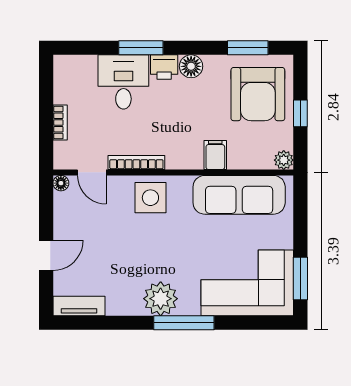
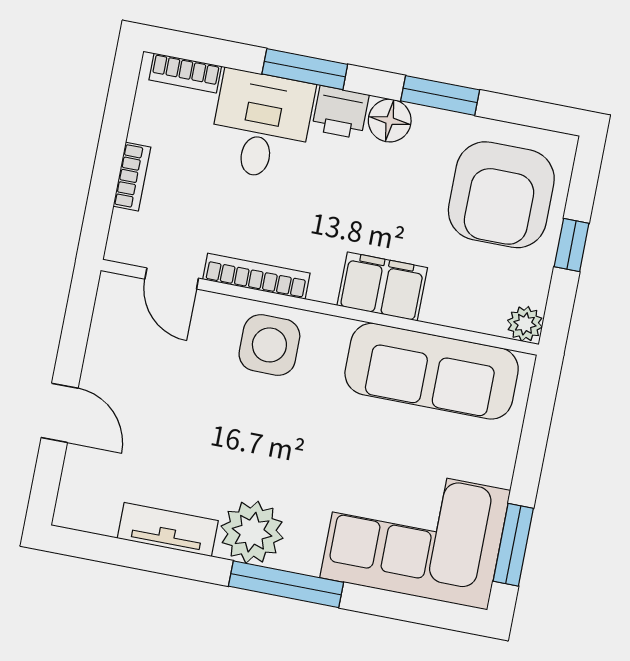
window: (248, 48) -> (440, 95), moved
bookcase: (78, 62) -> (185, 73), added
filing cabinet: (215, 155) -> (382, 286), width x2.00
floor lamp: (61, 183) -> (112, 287), removed
door: (46, 255) -> (60, 413), hinge flipped
tv unit: (79, 306) -> (168, 529), moved

